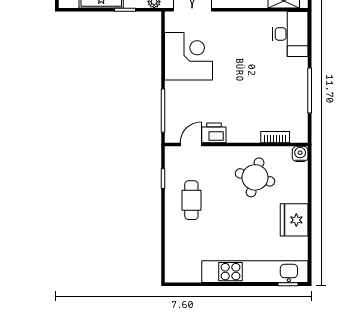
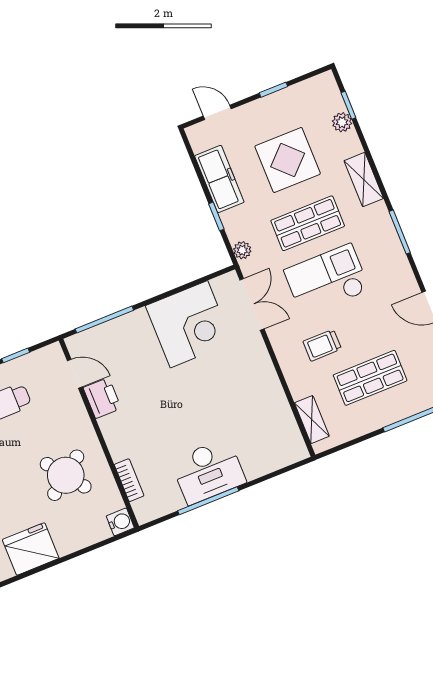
desk: (290, 34) -> (208, 471), moved
round table: (255, 177) -> (66, 475), turned 38

